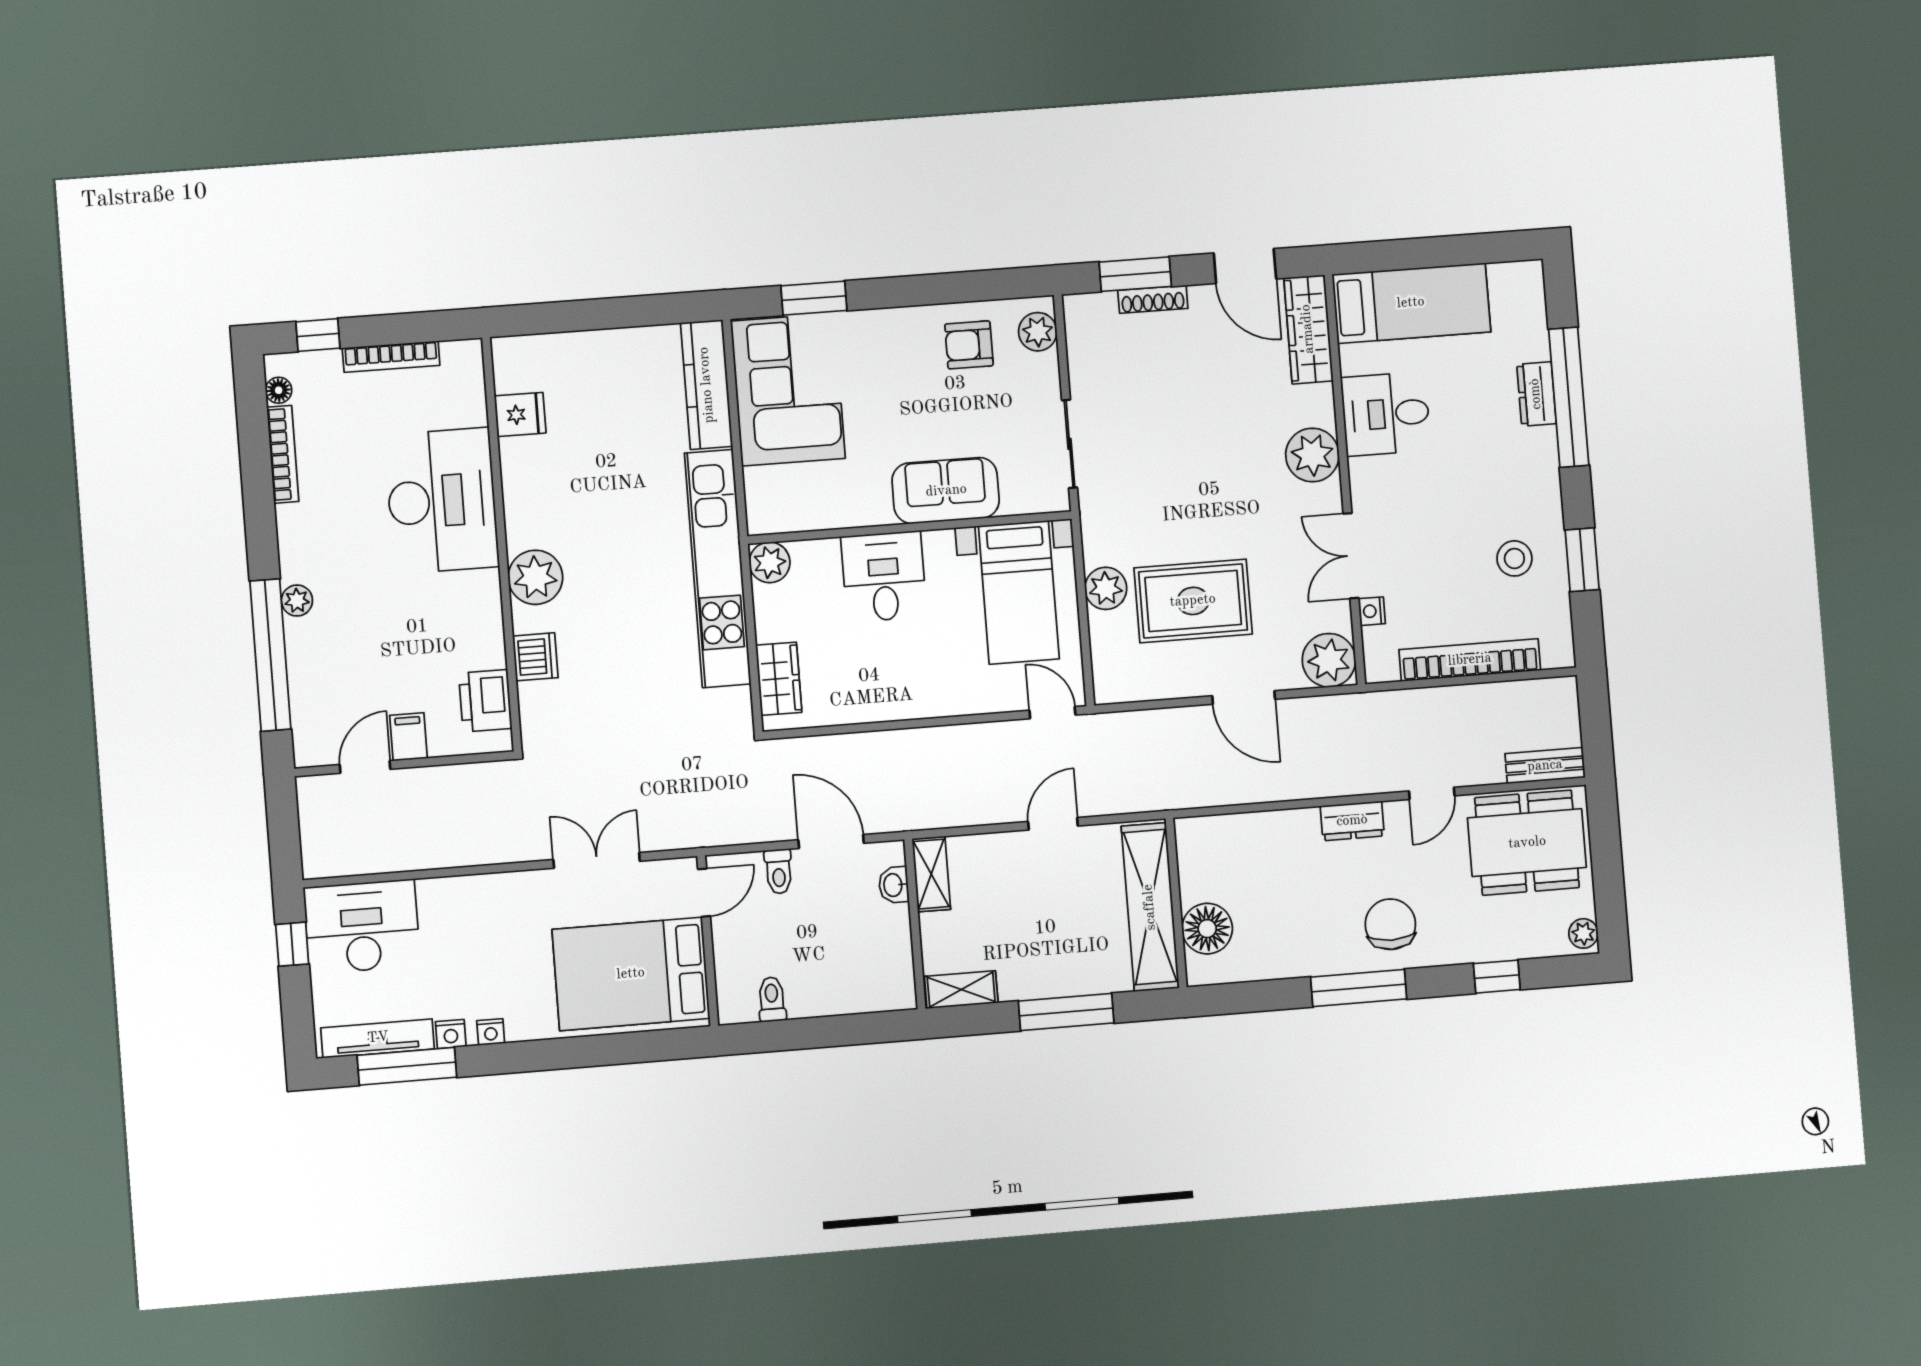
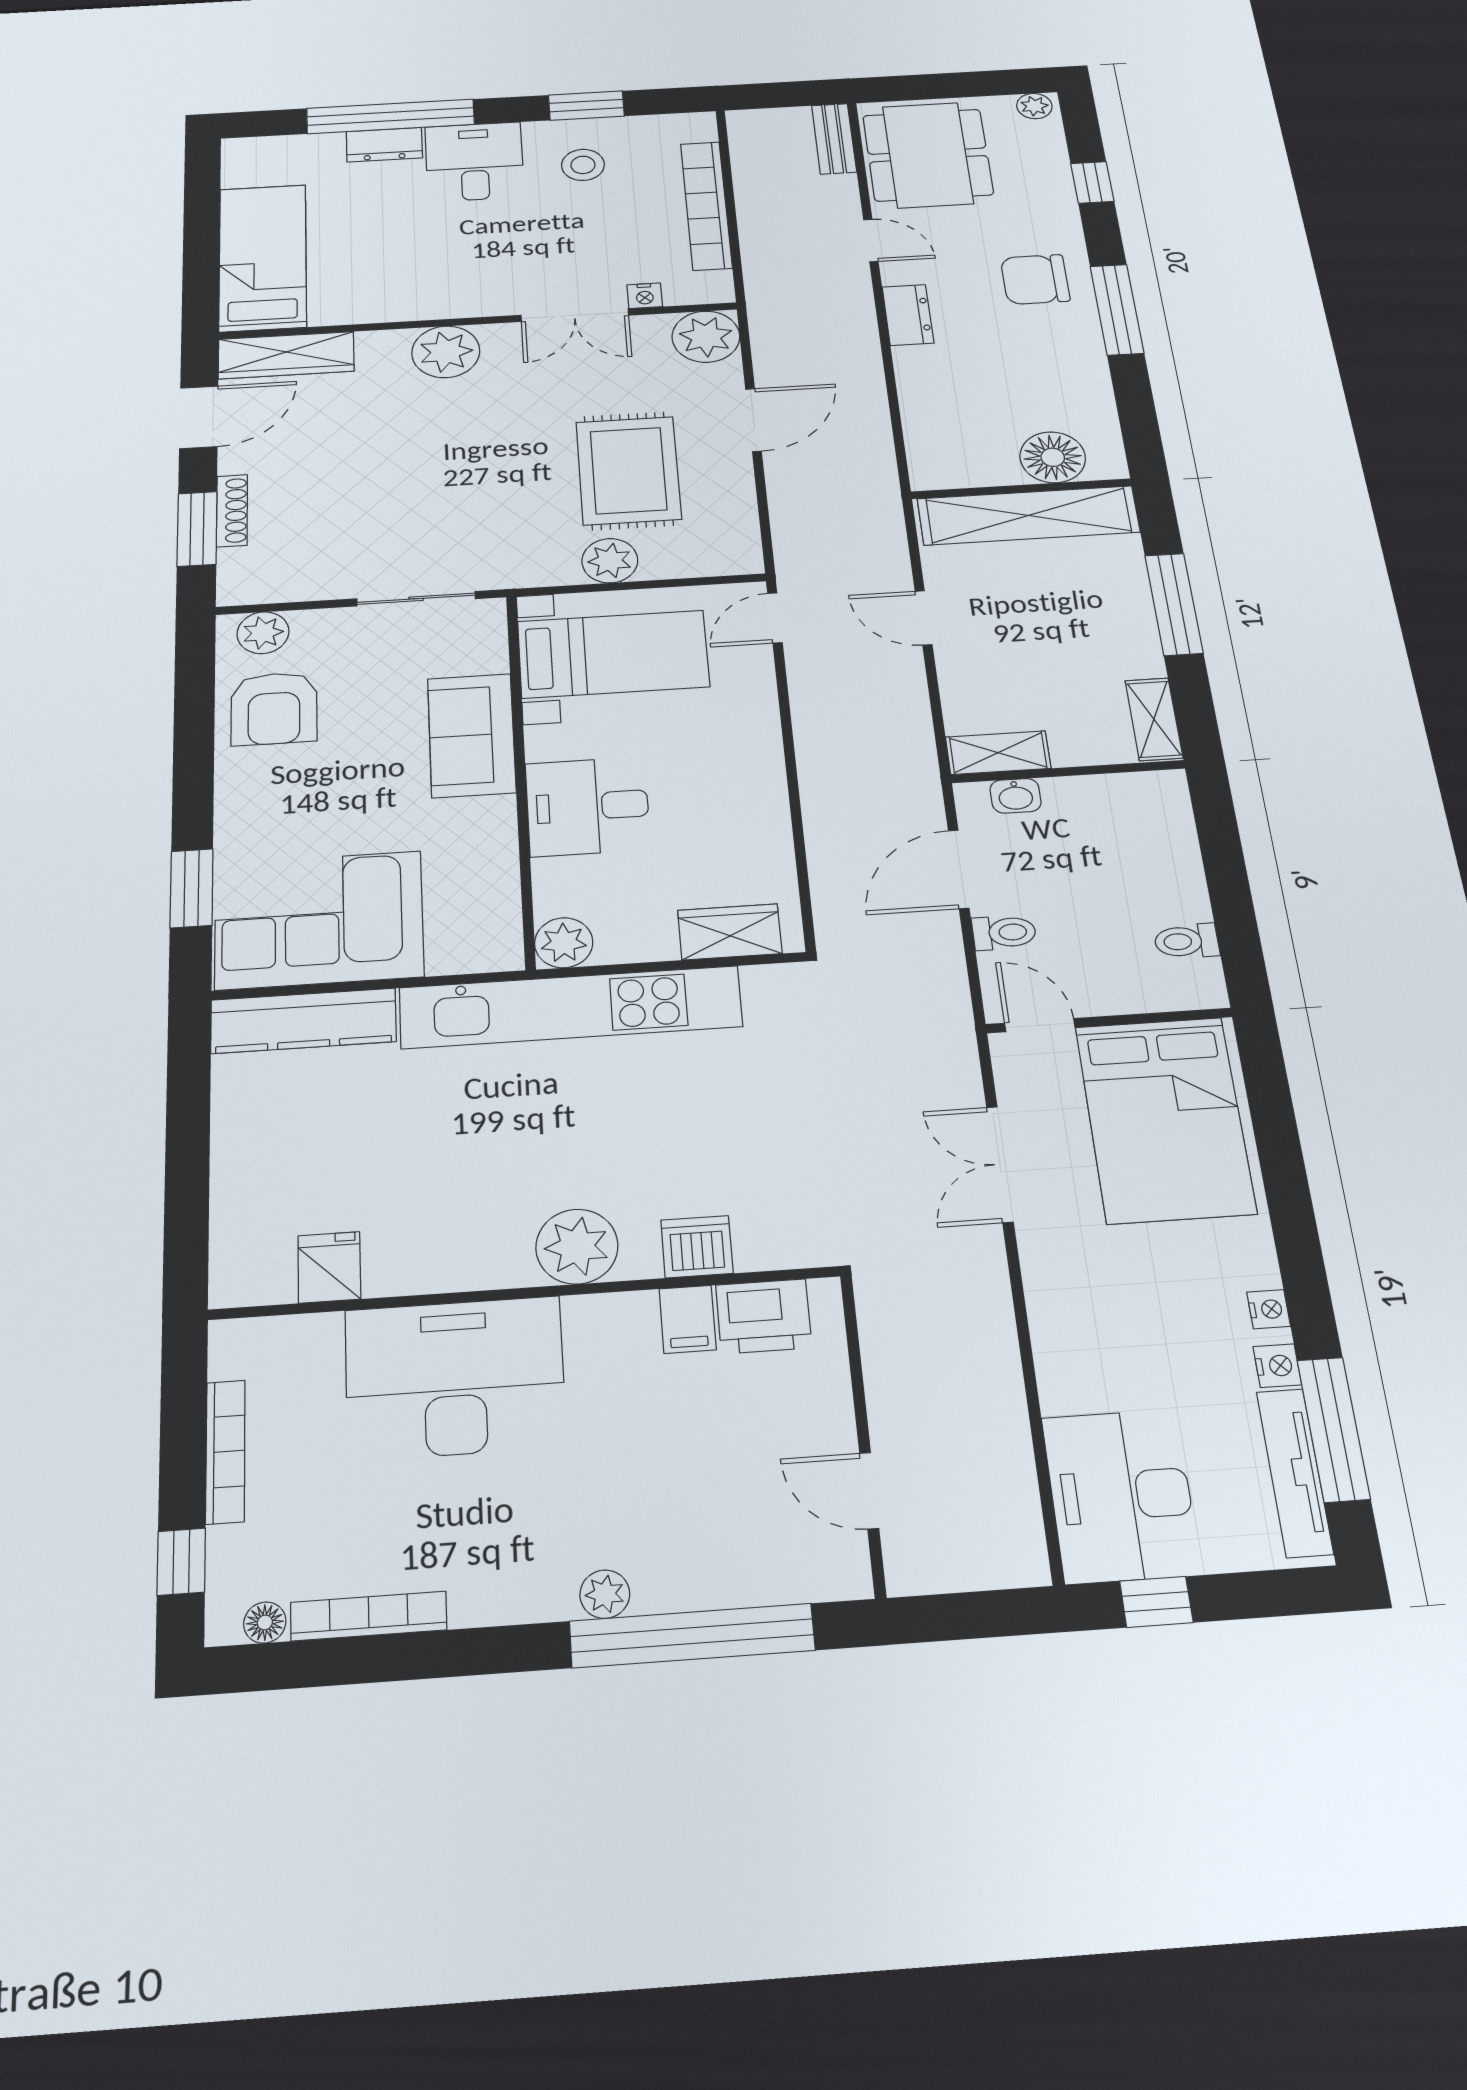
armchair: (969, 345) -> (274, 709), width x1.38, depth x1.38
desk: (1386, 414) -> (474, 162), moved, turned 180
filing cabinet: (409, 737) -> (688, 1319), moved, turned -90

